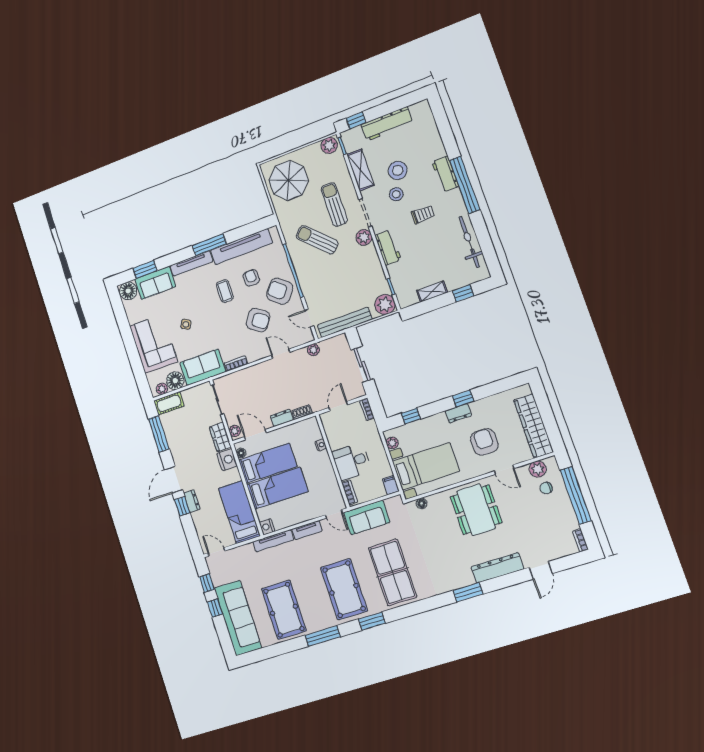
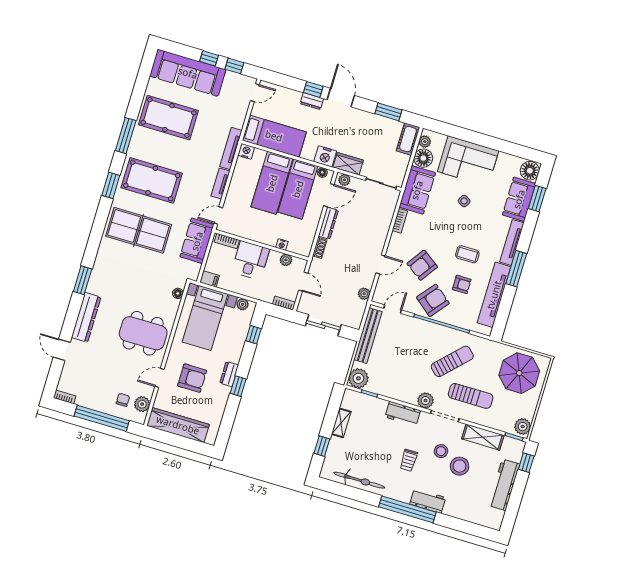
dresser: (282, 418) -> (328, 223), width x1.44
plant: (331, 433) -> (286, 260), added
window: (159, 434) -> (388, 112), width x0.69

